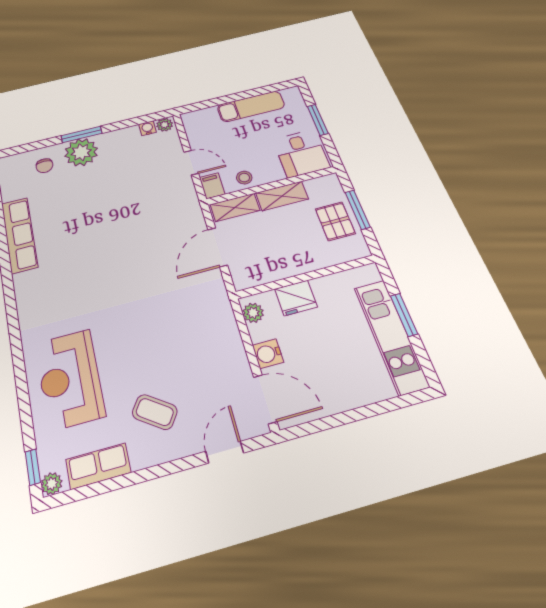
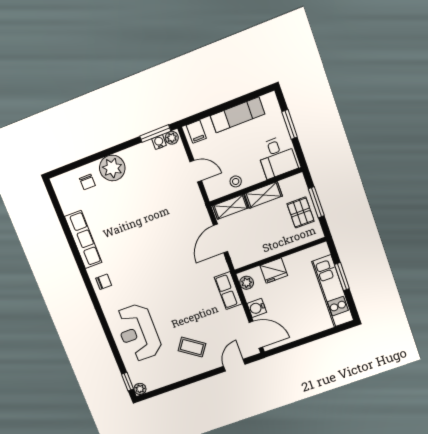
window: (82, 134) -> (155, 134), moved
filing cabinet: (212, 186) -> (196, 132), moved, turned 180
chair: (34, 295) -> (104, 282), added
row of seats: (98, 466) -> (228, 291), moved, turned -90

